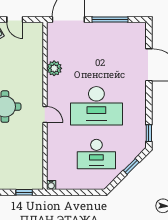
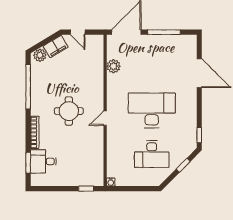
plant: (54, 68) -> (113, 66), moved
desk: (96, 106) -> (152, 110), turned 180
door: (45, 114) -> (105, 118), swing flipped

